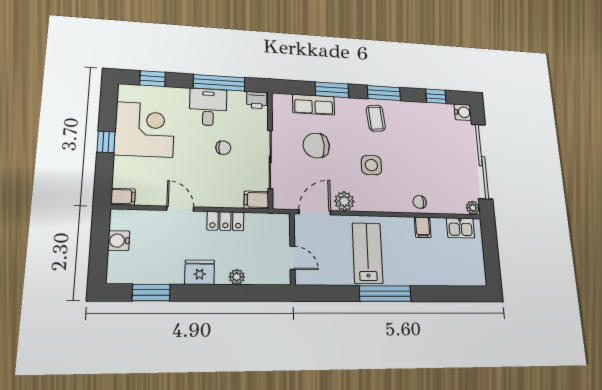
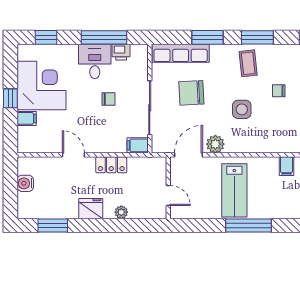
printer: (257, 100) -> (121, 52), moved
row of seats: (314, 105) -> (181, 53), width x1.48
filing cabinet: (123, 197) -> (27, 118), moved
chair: (420, 202) -> (279, 91), moved
lab bench: (367, 253) -> (234, 190), turned 180

